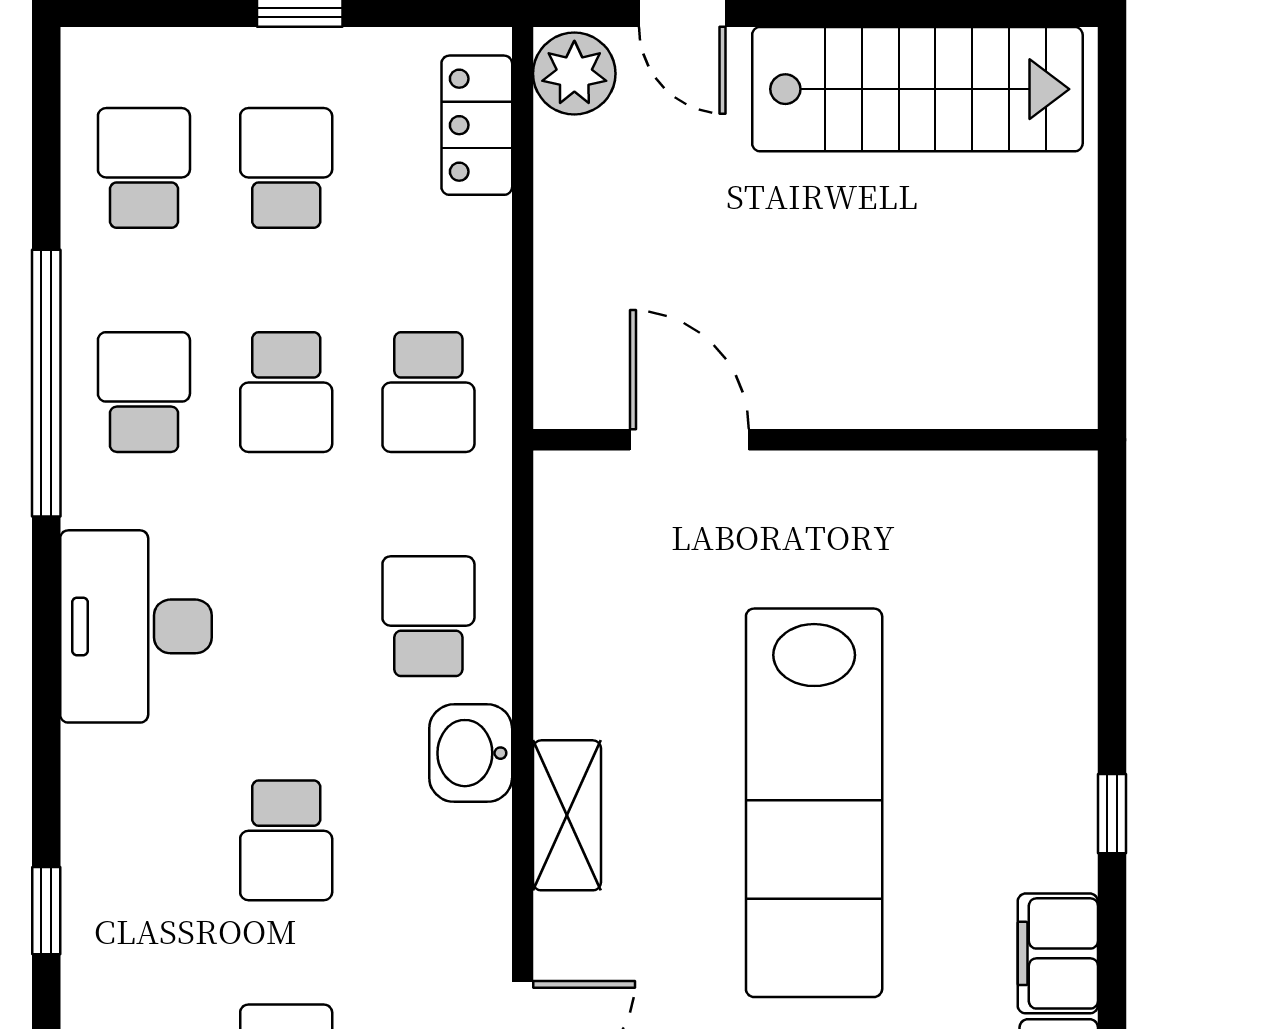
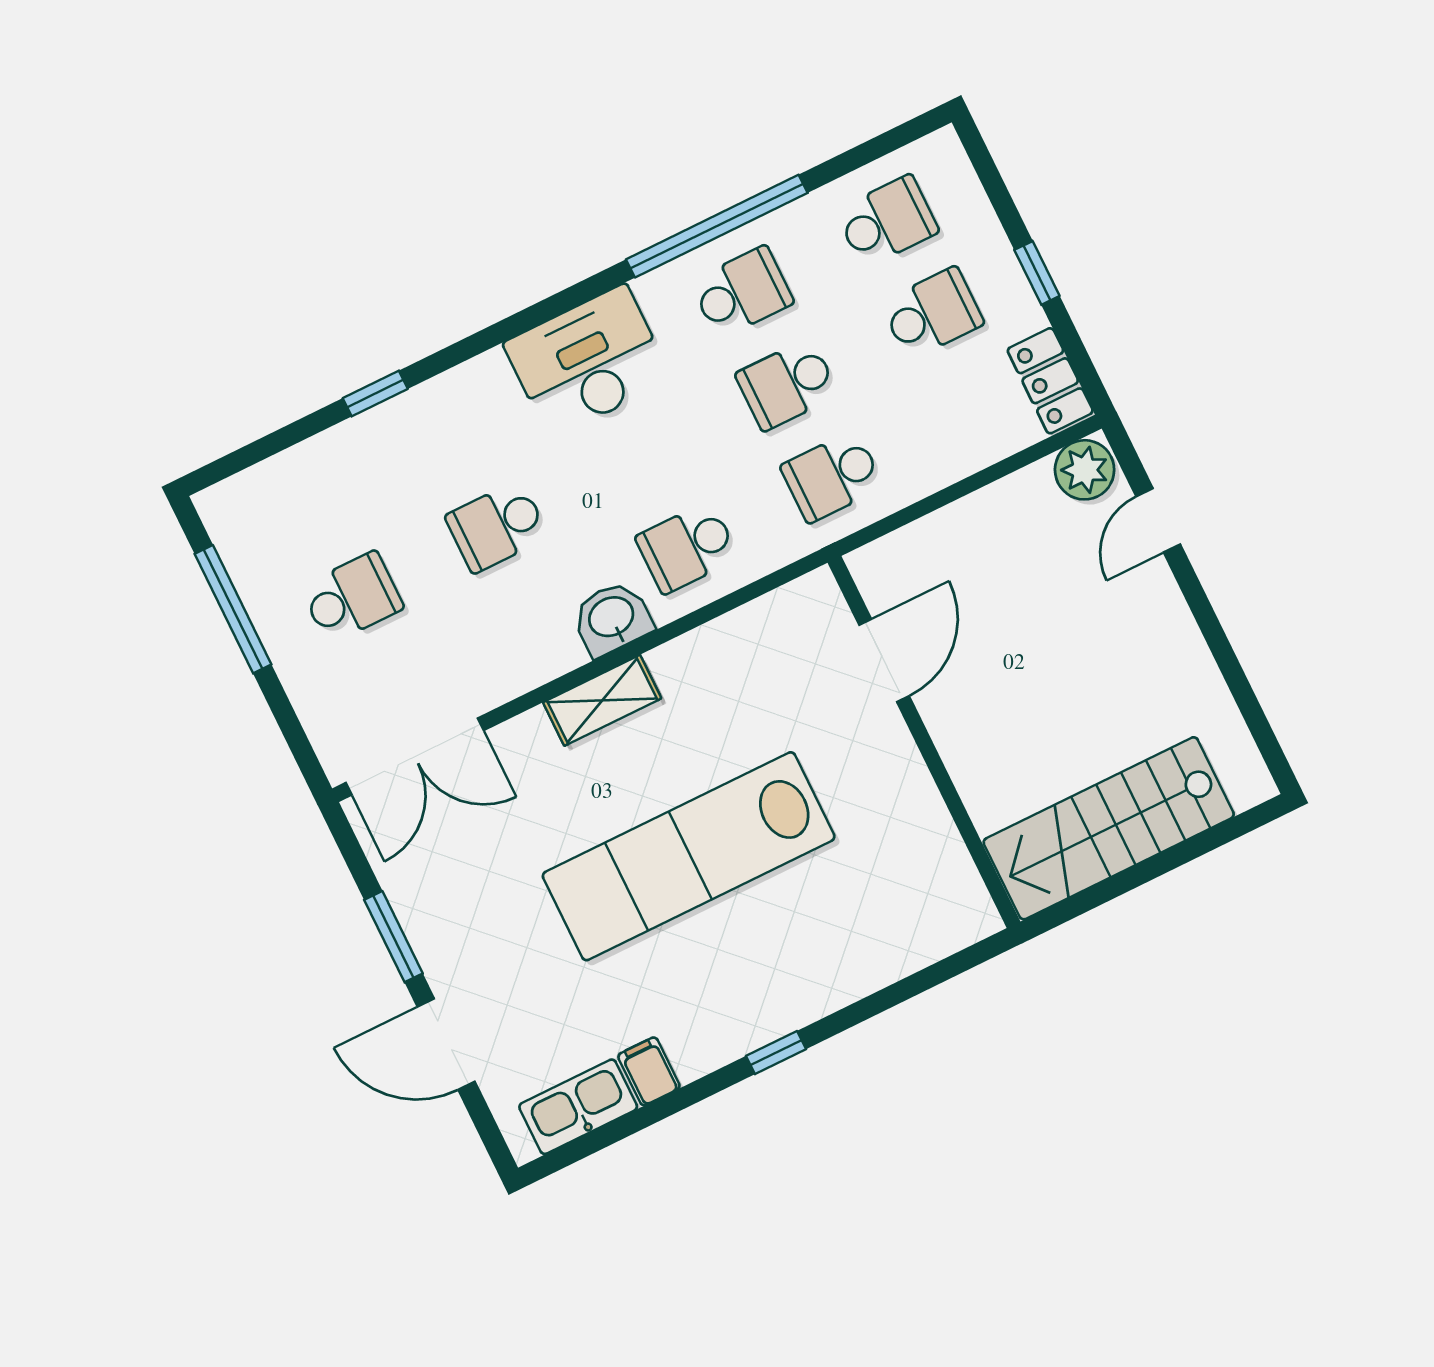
stairs: (917, 89) -> (1109, 828), moved, turned 90
locker: (477, 125) -> (1050, 381), moved, turned -90
school desk: (428, 616) -> (687, 547), turned 180
filing cabinet: (1058, 953) -> (649, 1071), width x0.50

